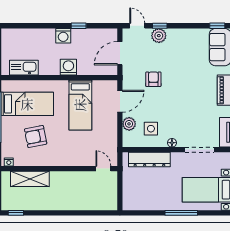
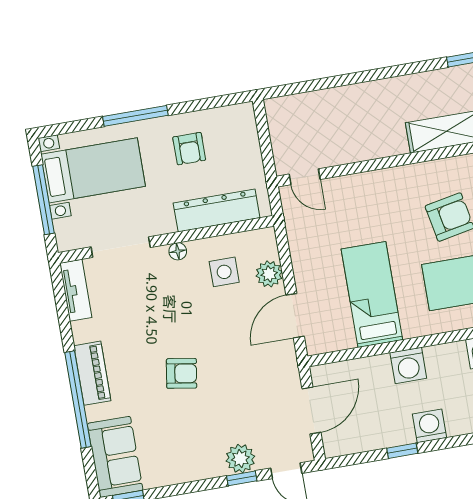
armchair: (153, 79) -> (182, 373), moved, turned -81
armchair: (158, 192) -> (189, 149), added

